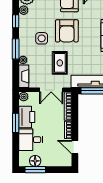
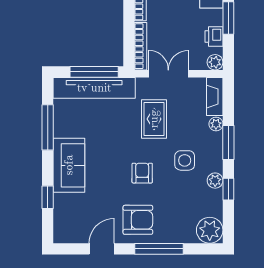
plant: (24, 10) -> (215, 181), moved
armchair: (67, 31) -> (142, 173), width x0.53, depth x0.53
printer: (27, 117) -> (214, 36), width x0.53, depth x0.68

